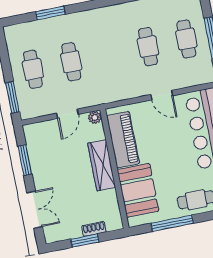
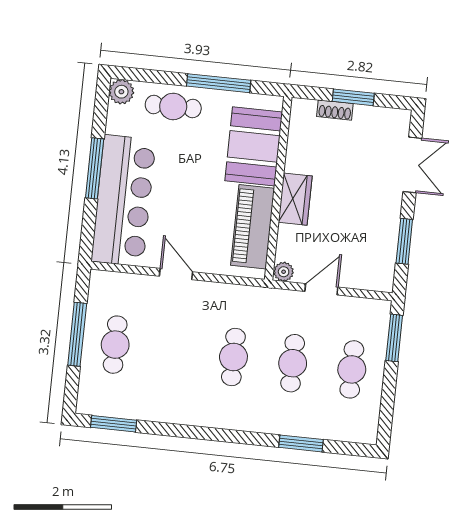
cafe table: (148, 47) -> (233, 357), moved
wardrobe: (102, 165) -> (295, 199), width x0.67
double door: (35, 210) -> (412, 165), swing flipped

